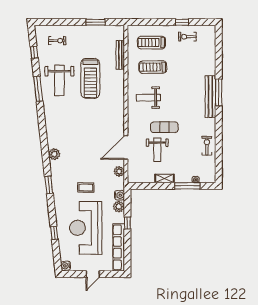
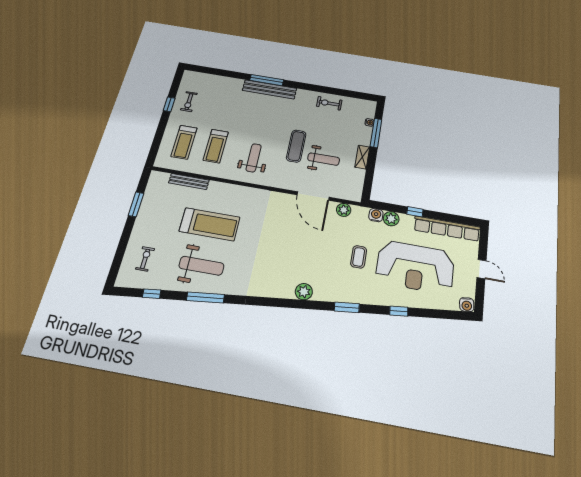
weight bench: (148, 98) -> (254, 158), turned 180
window: (54, 233) -> (399, 311), moved

